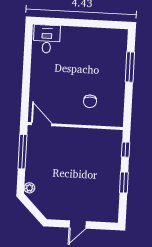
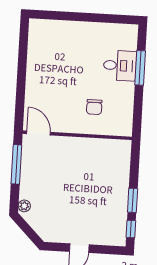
desk: (47, 39) -> (120, 66), moved, turned 90
window: (126, 150) -> (131, 229), moved

